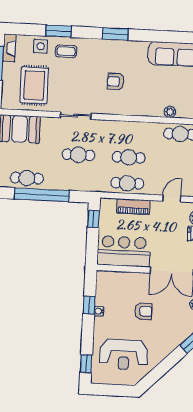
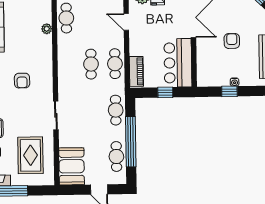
rug: (34, 85) -> (30, 155), turned 90
cafe table: (78, 155) -> (116, 110), moved
piano: (133, 207) -> (136, 71), moved
window: (93, 219) -> (165, 92), moved

